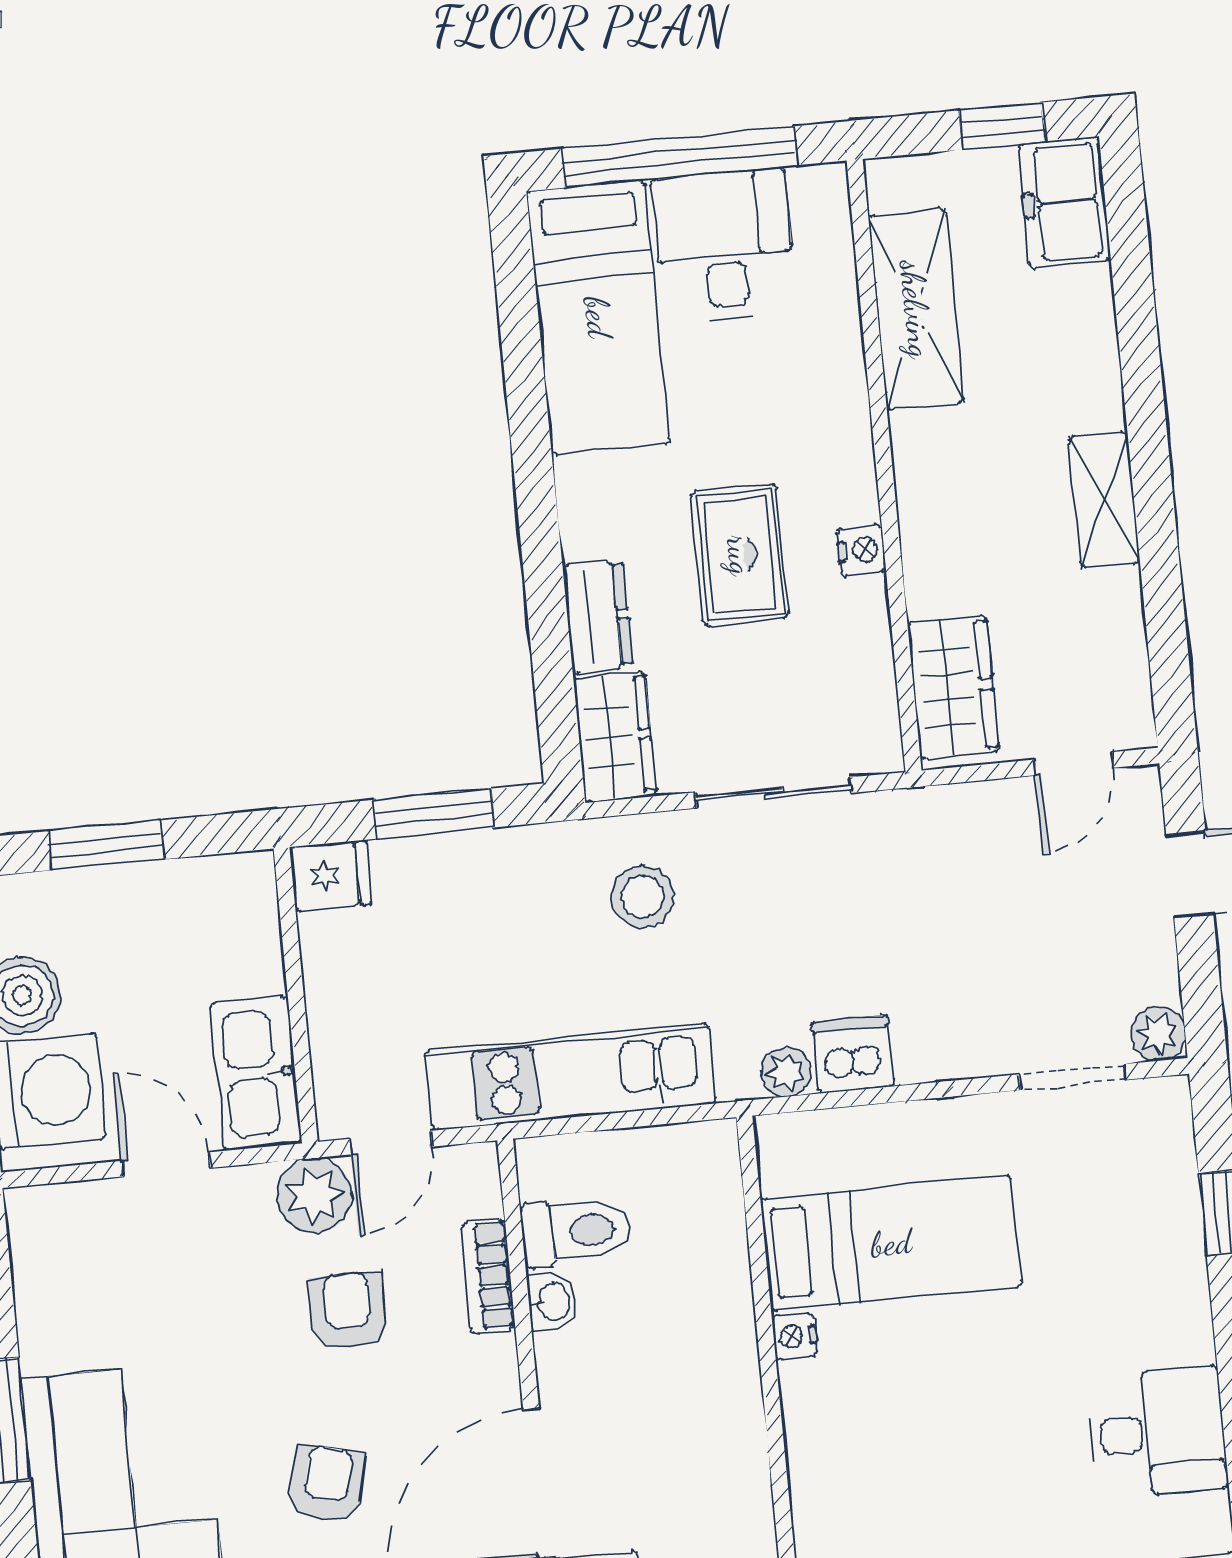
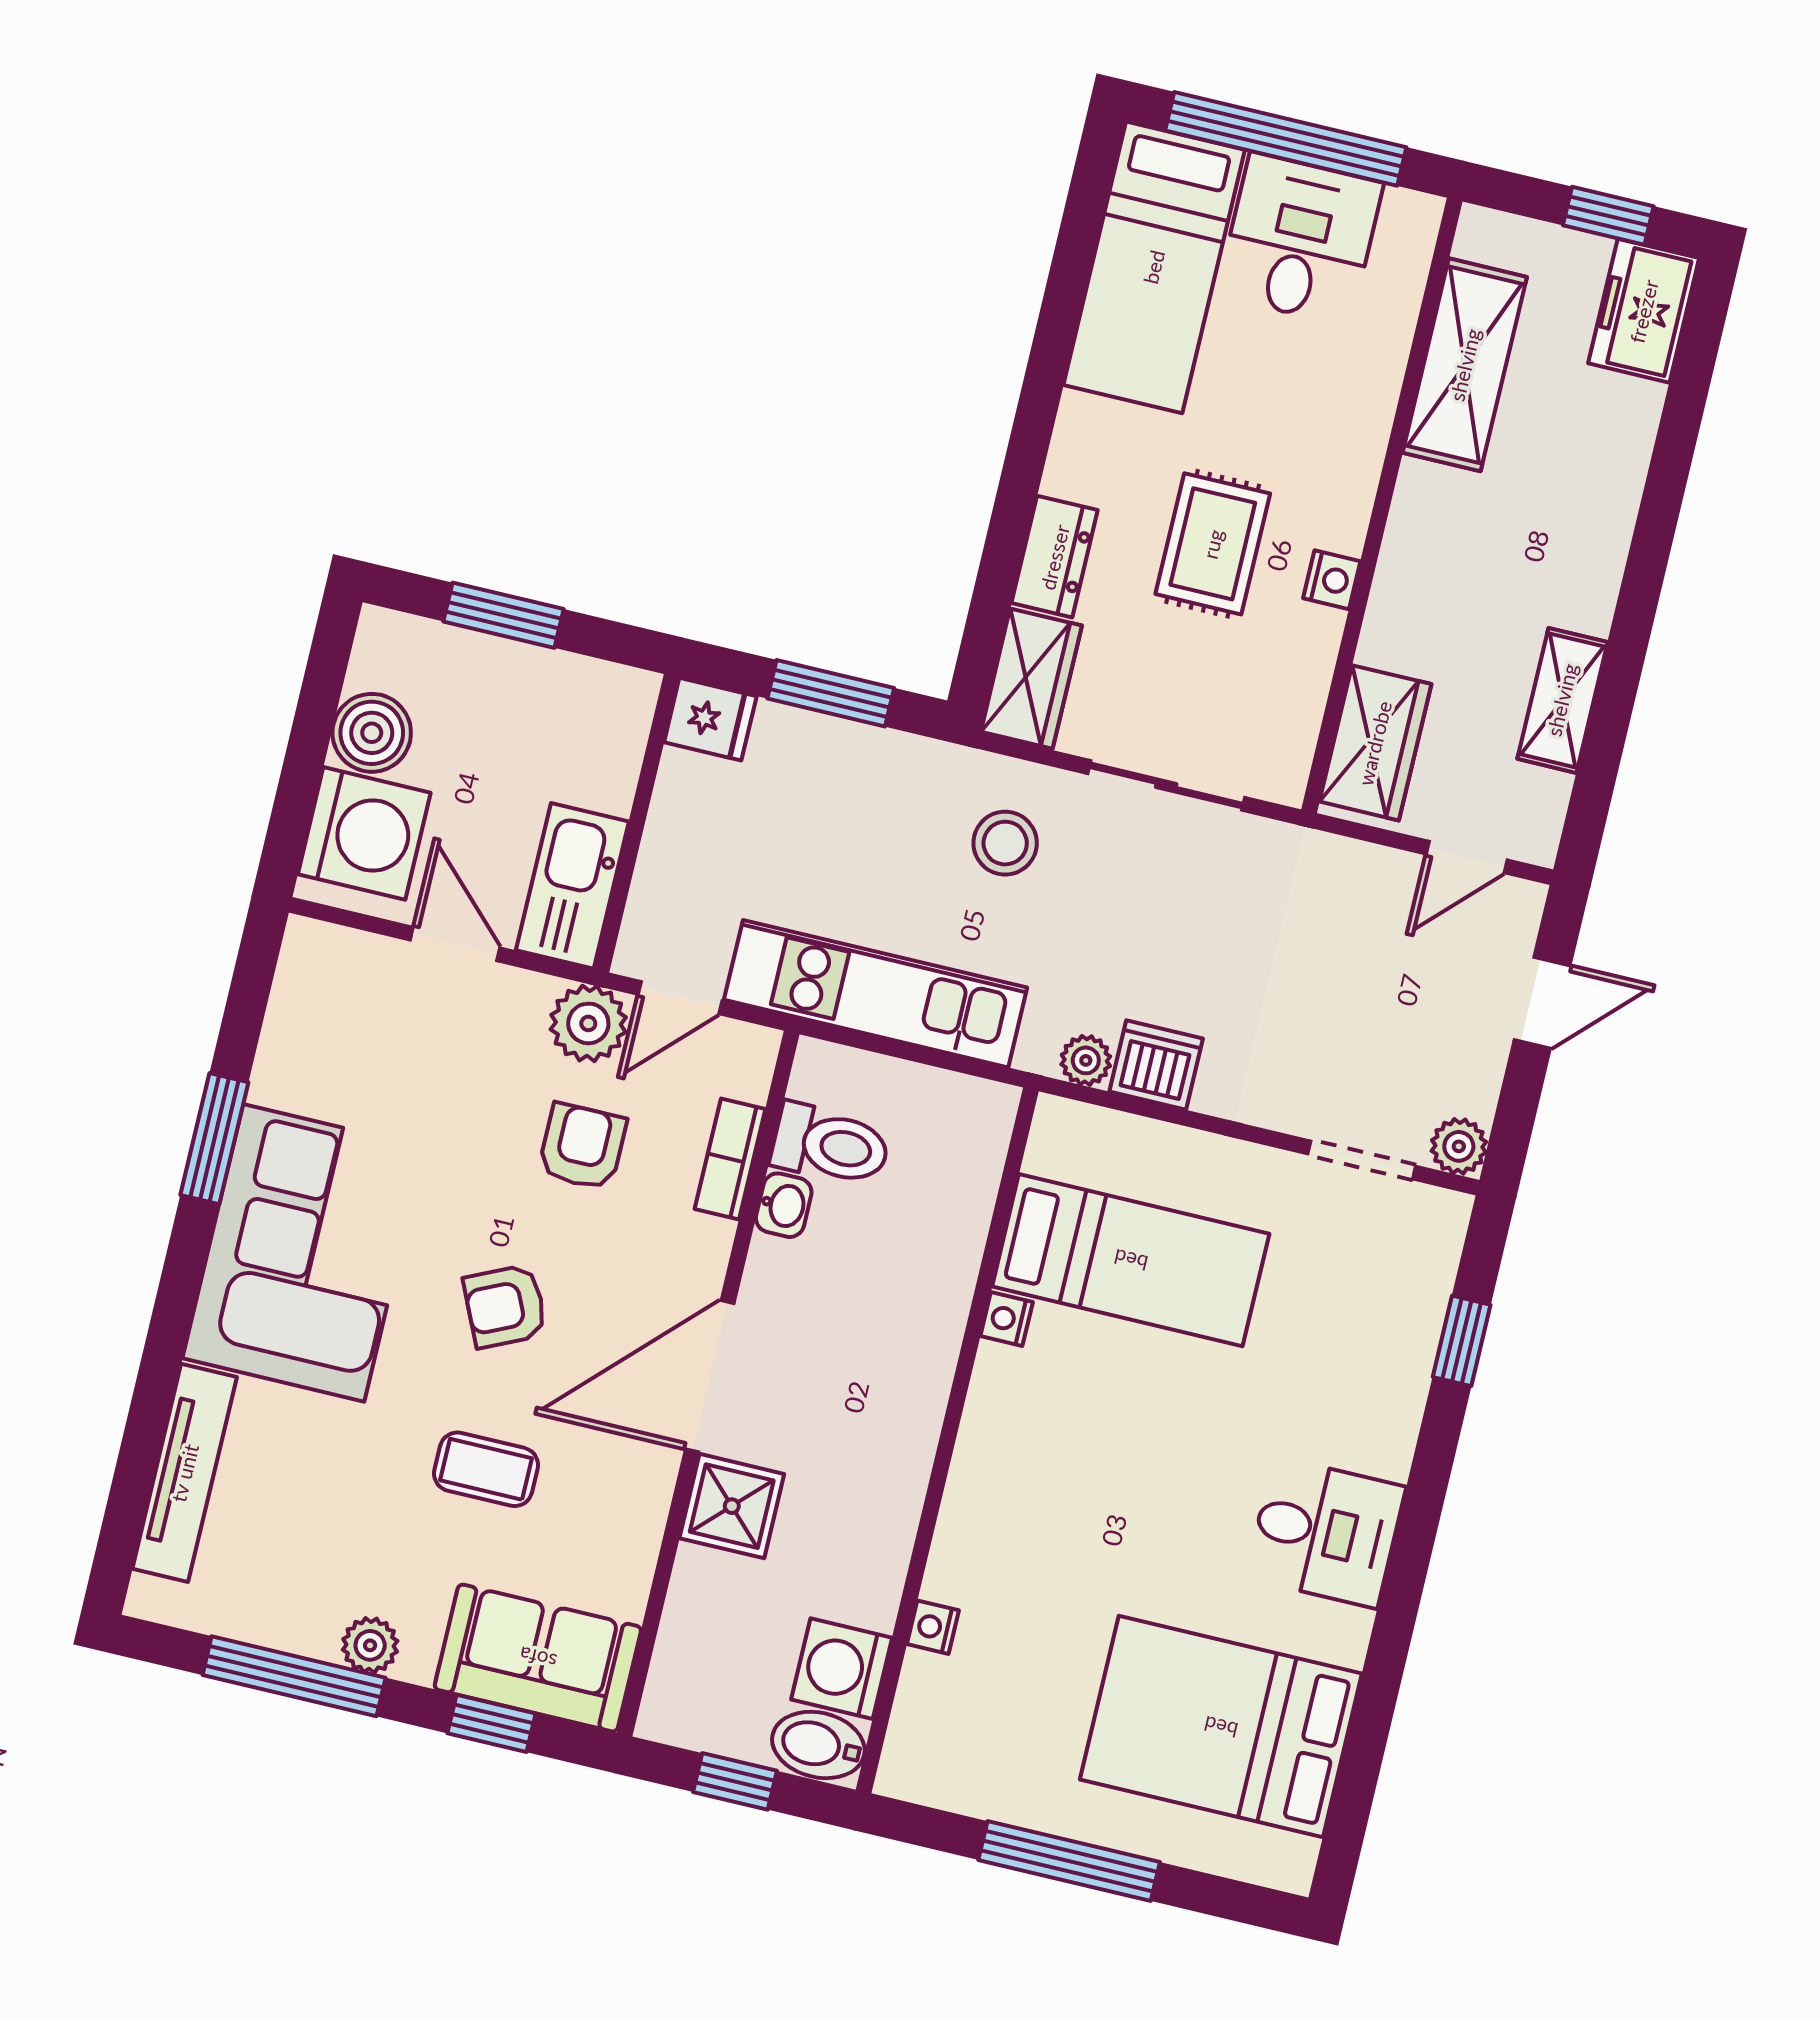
shelving: (1104, 500) -> (1562, 700), moved
armchair: (327, 1483) -> (505, 1306), turned -129

